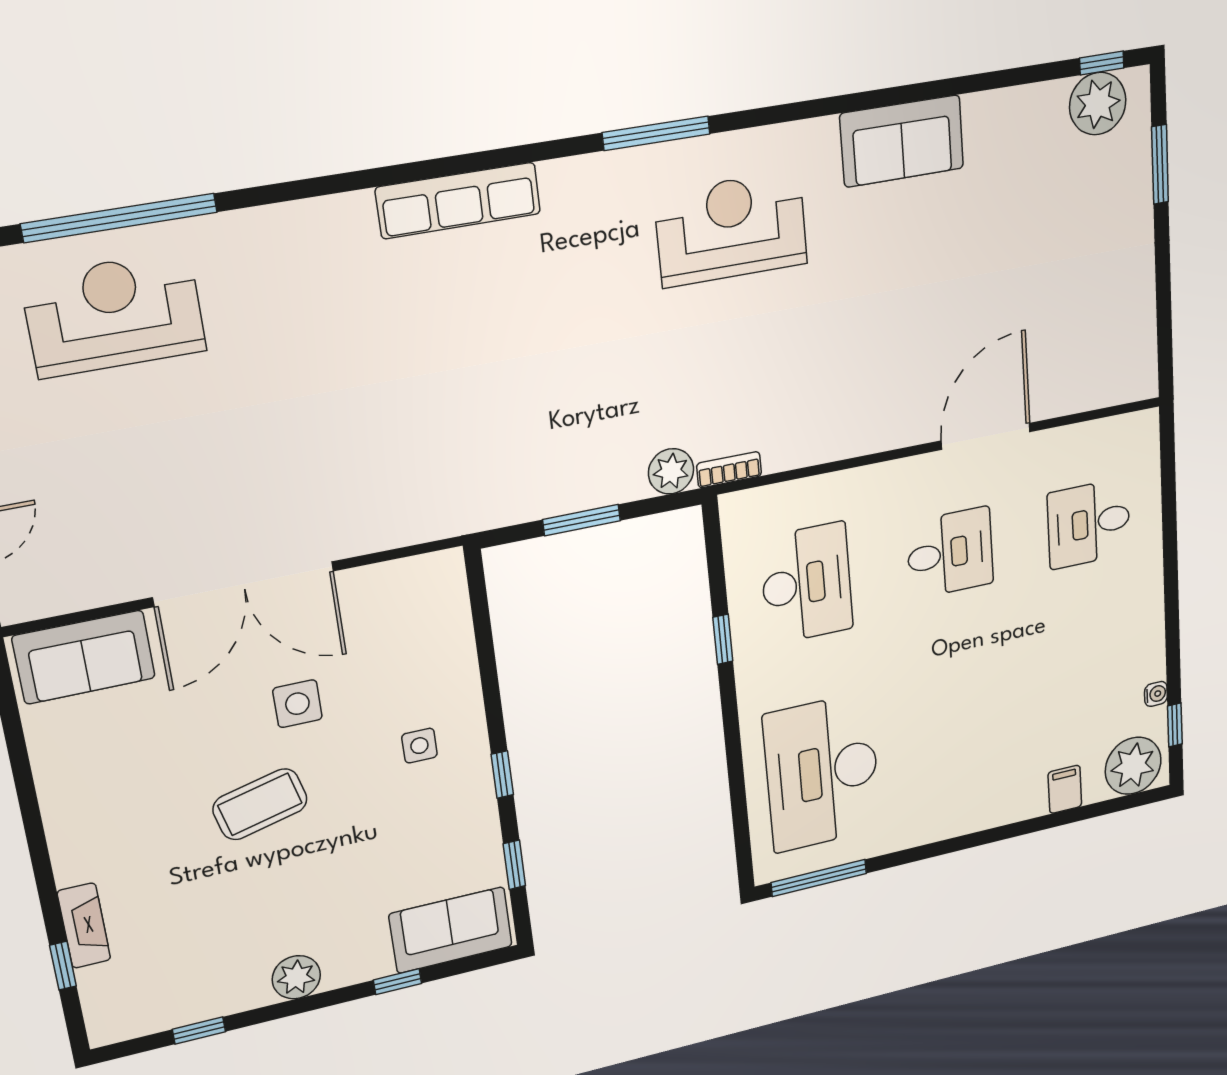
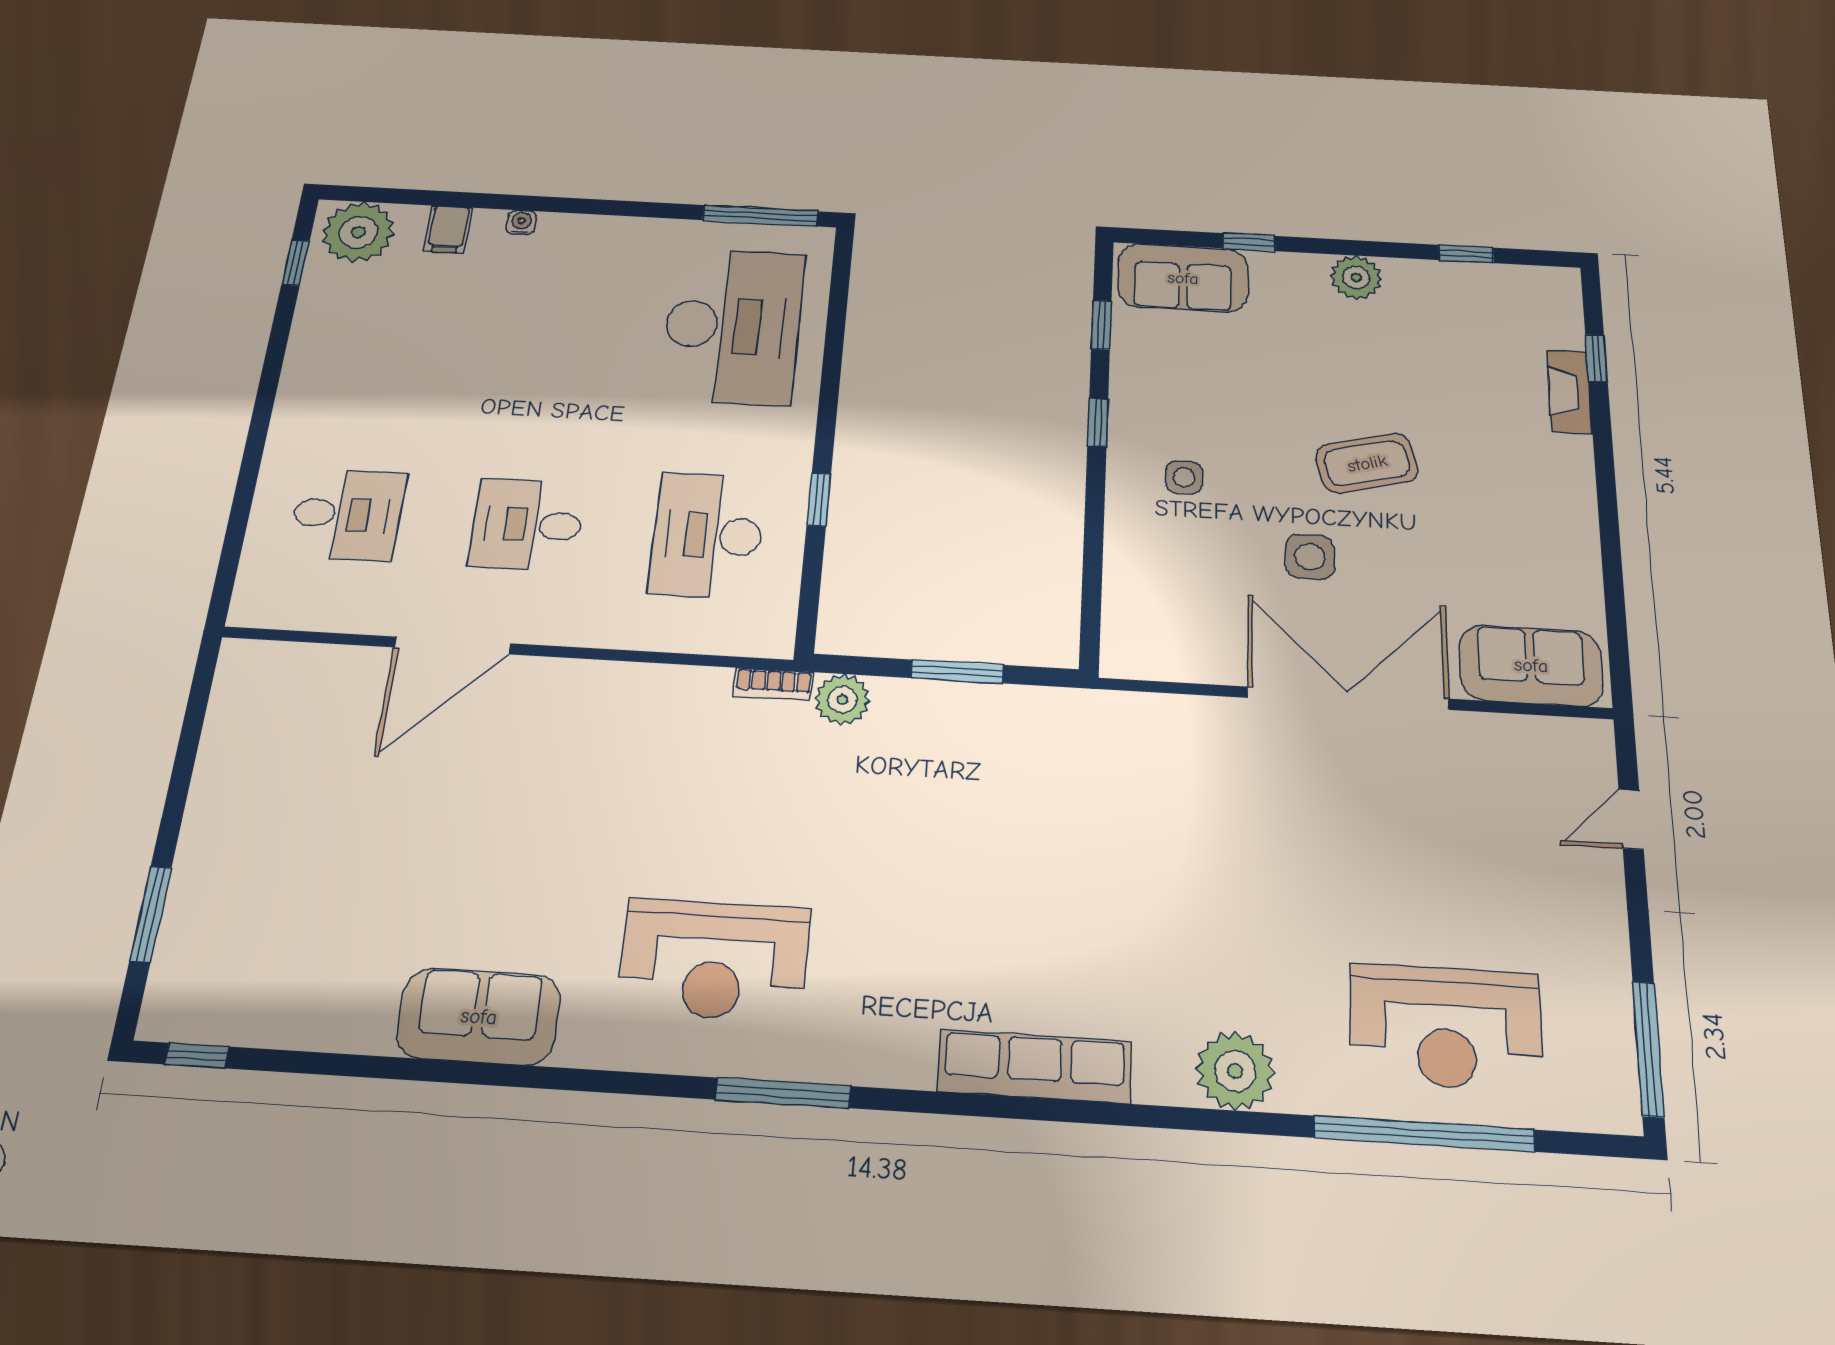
plant: (1098, 104) -> (1235, 1071), moved
water cooler: (1156, 694) -> (521, 223), moved, turned 90

